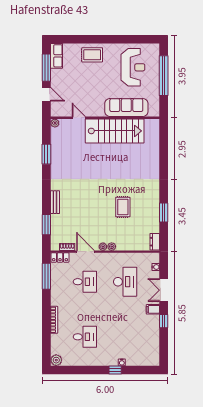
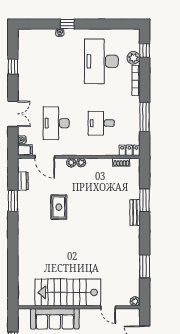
window: (46, 225) -> (145, 200), moved
dresser: (155, 242) -> (23, 181), moved
door: (86, 252) -> (45, 157), moved
window: (46, 276) -> (145, 117), moved
filing cabinet: (153, 309) -> (25, 150), moved
window: (164, 321) -> (13, 67), moved
desk: (85, 337) -> (101, 61), width x1.87, depth x1.30
window: (46, 346) -> (145, 50), added
plant: (56, 360) -> (134, 58), moved

